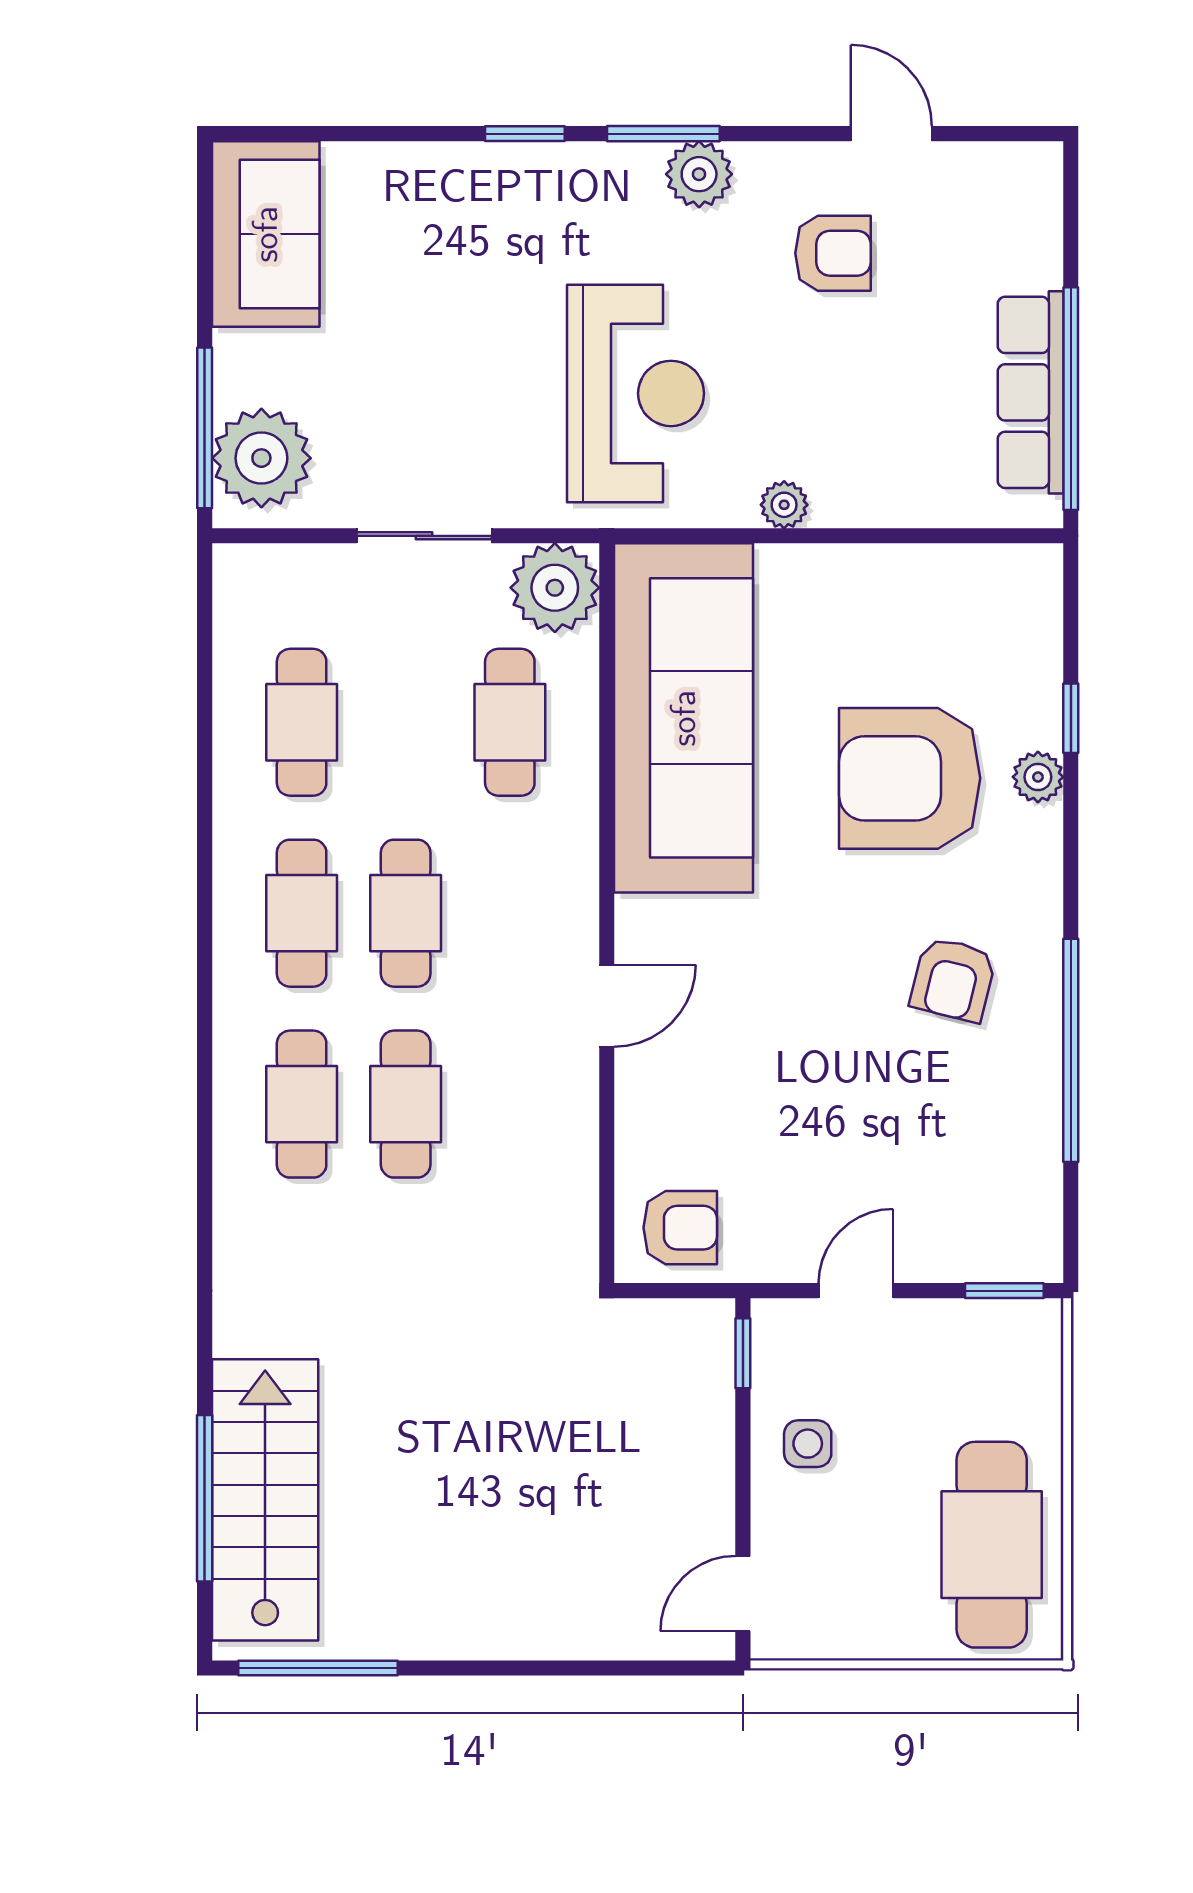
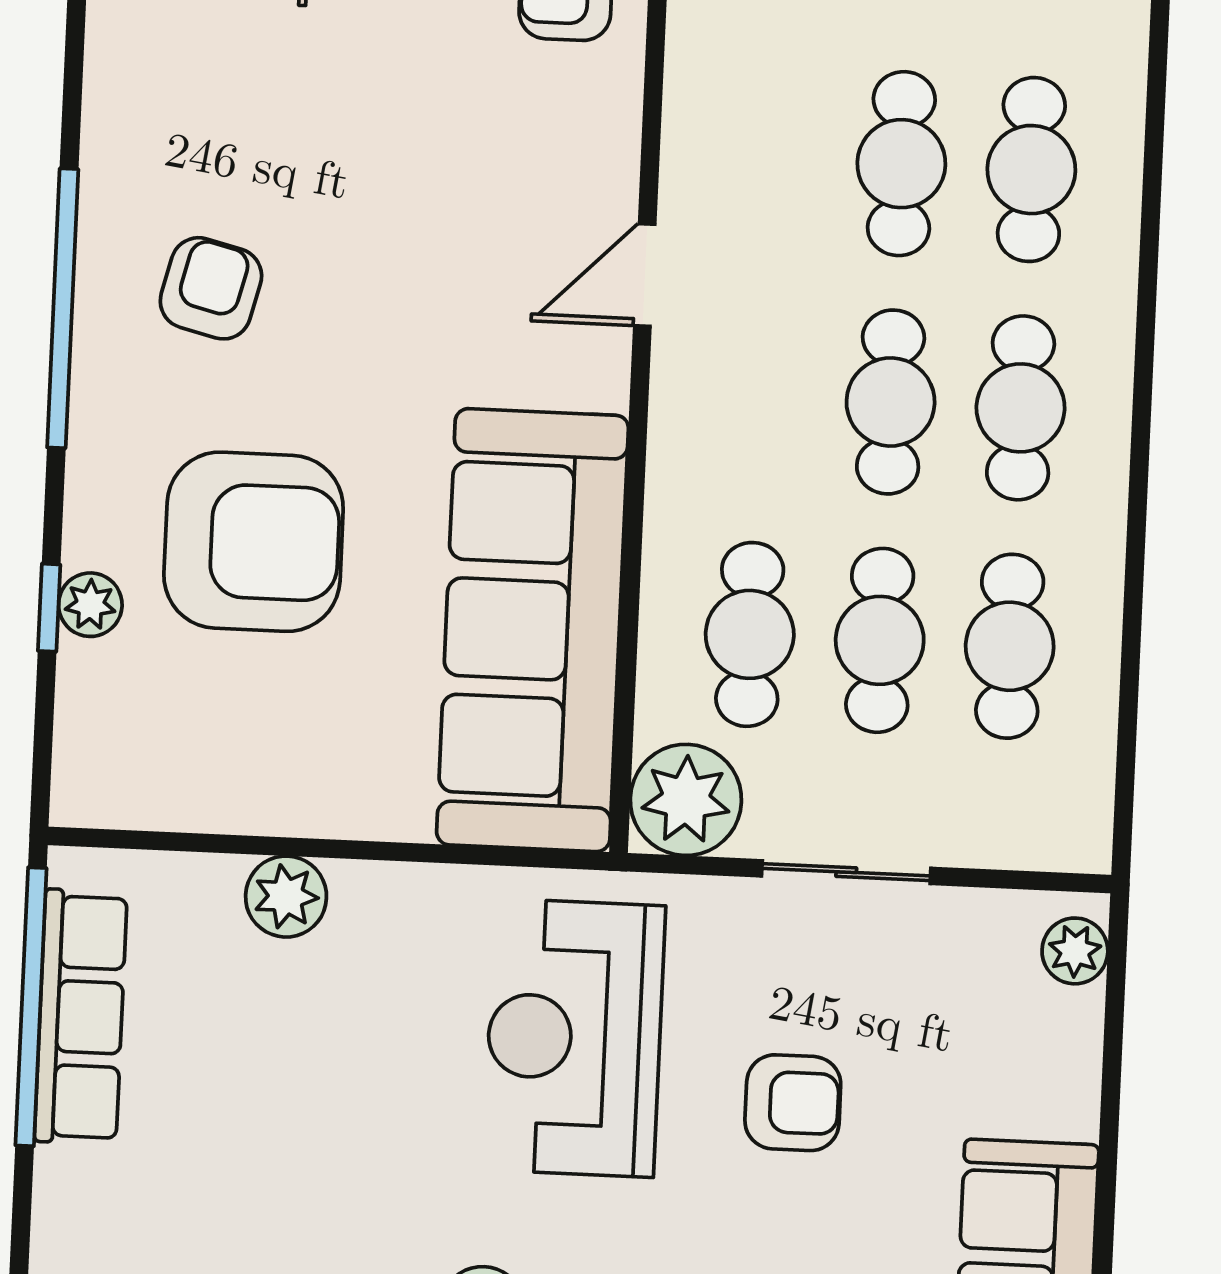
armchair: (833, 253) -> (793, 1103), moved, turned 180
window: (205, 428) -> (1114, 1019), removed
plant: (261, 458) -> (1075, 951), width x0.53, depth x0.53
plant: (784, 505) -> (286, 897), moved, width x1.38, depth x1.38
cafe table: (406, 722) -> (880, 640), added
plant: (1038, 777) -> (90, 605), moved
window: (1071, 1050) -> (63, 308), moved

